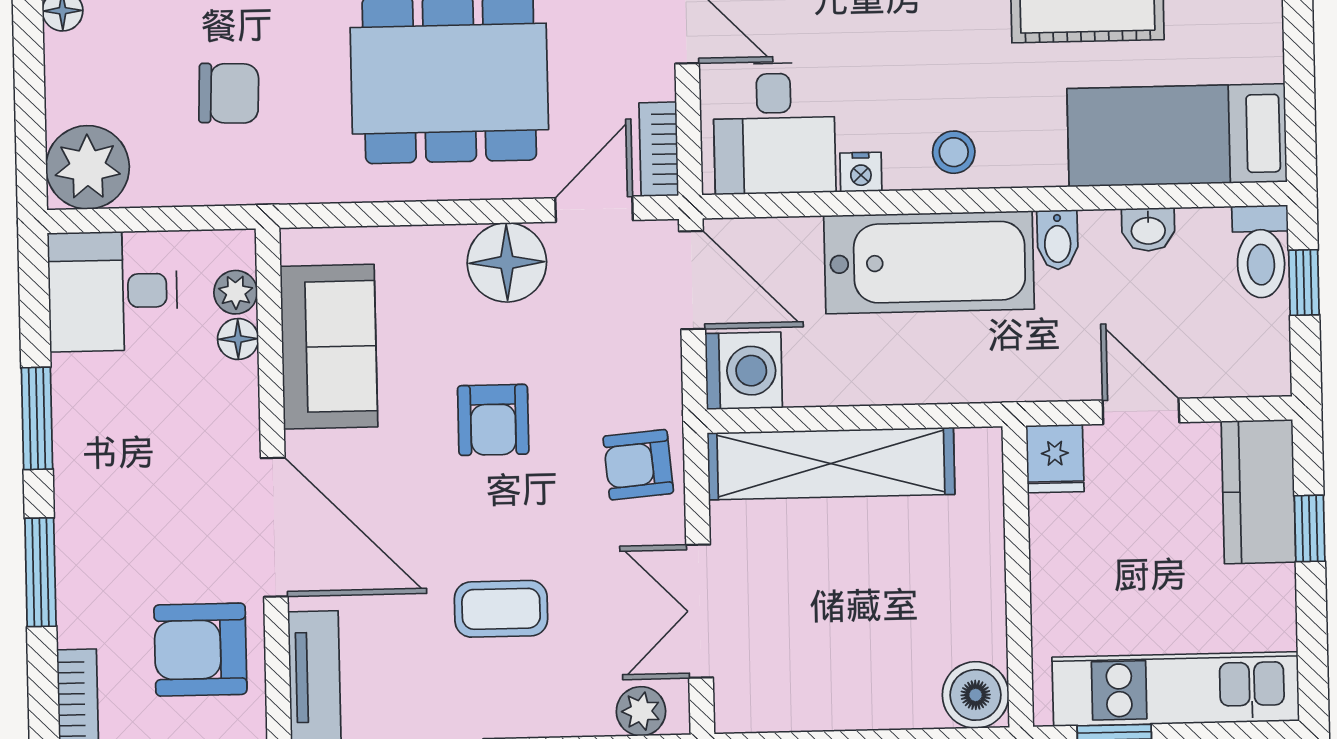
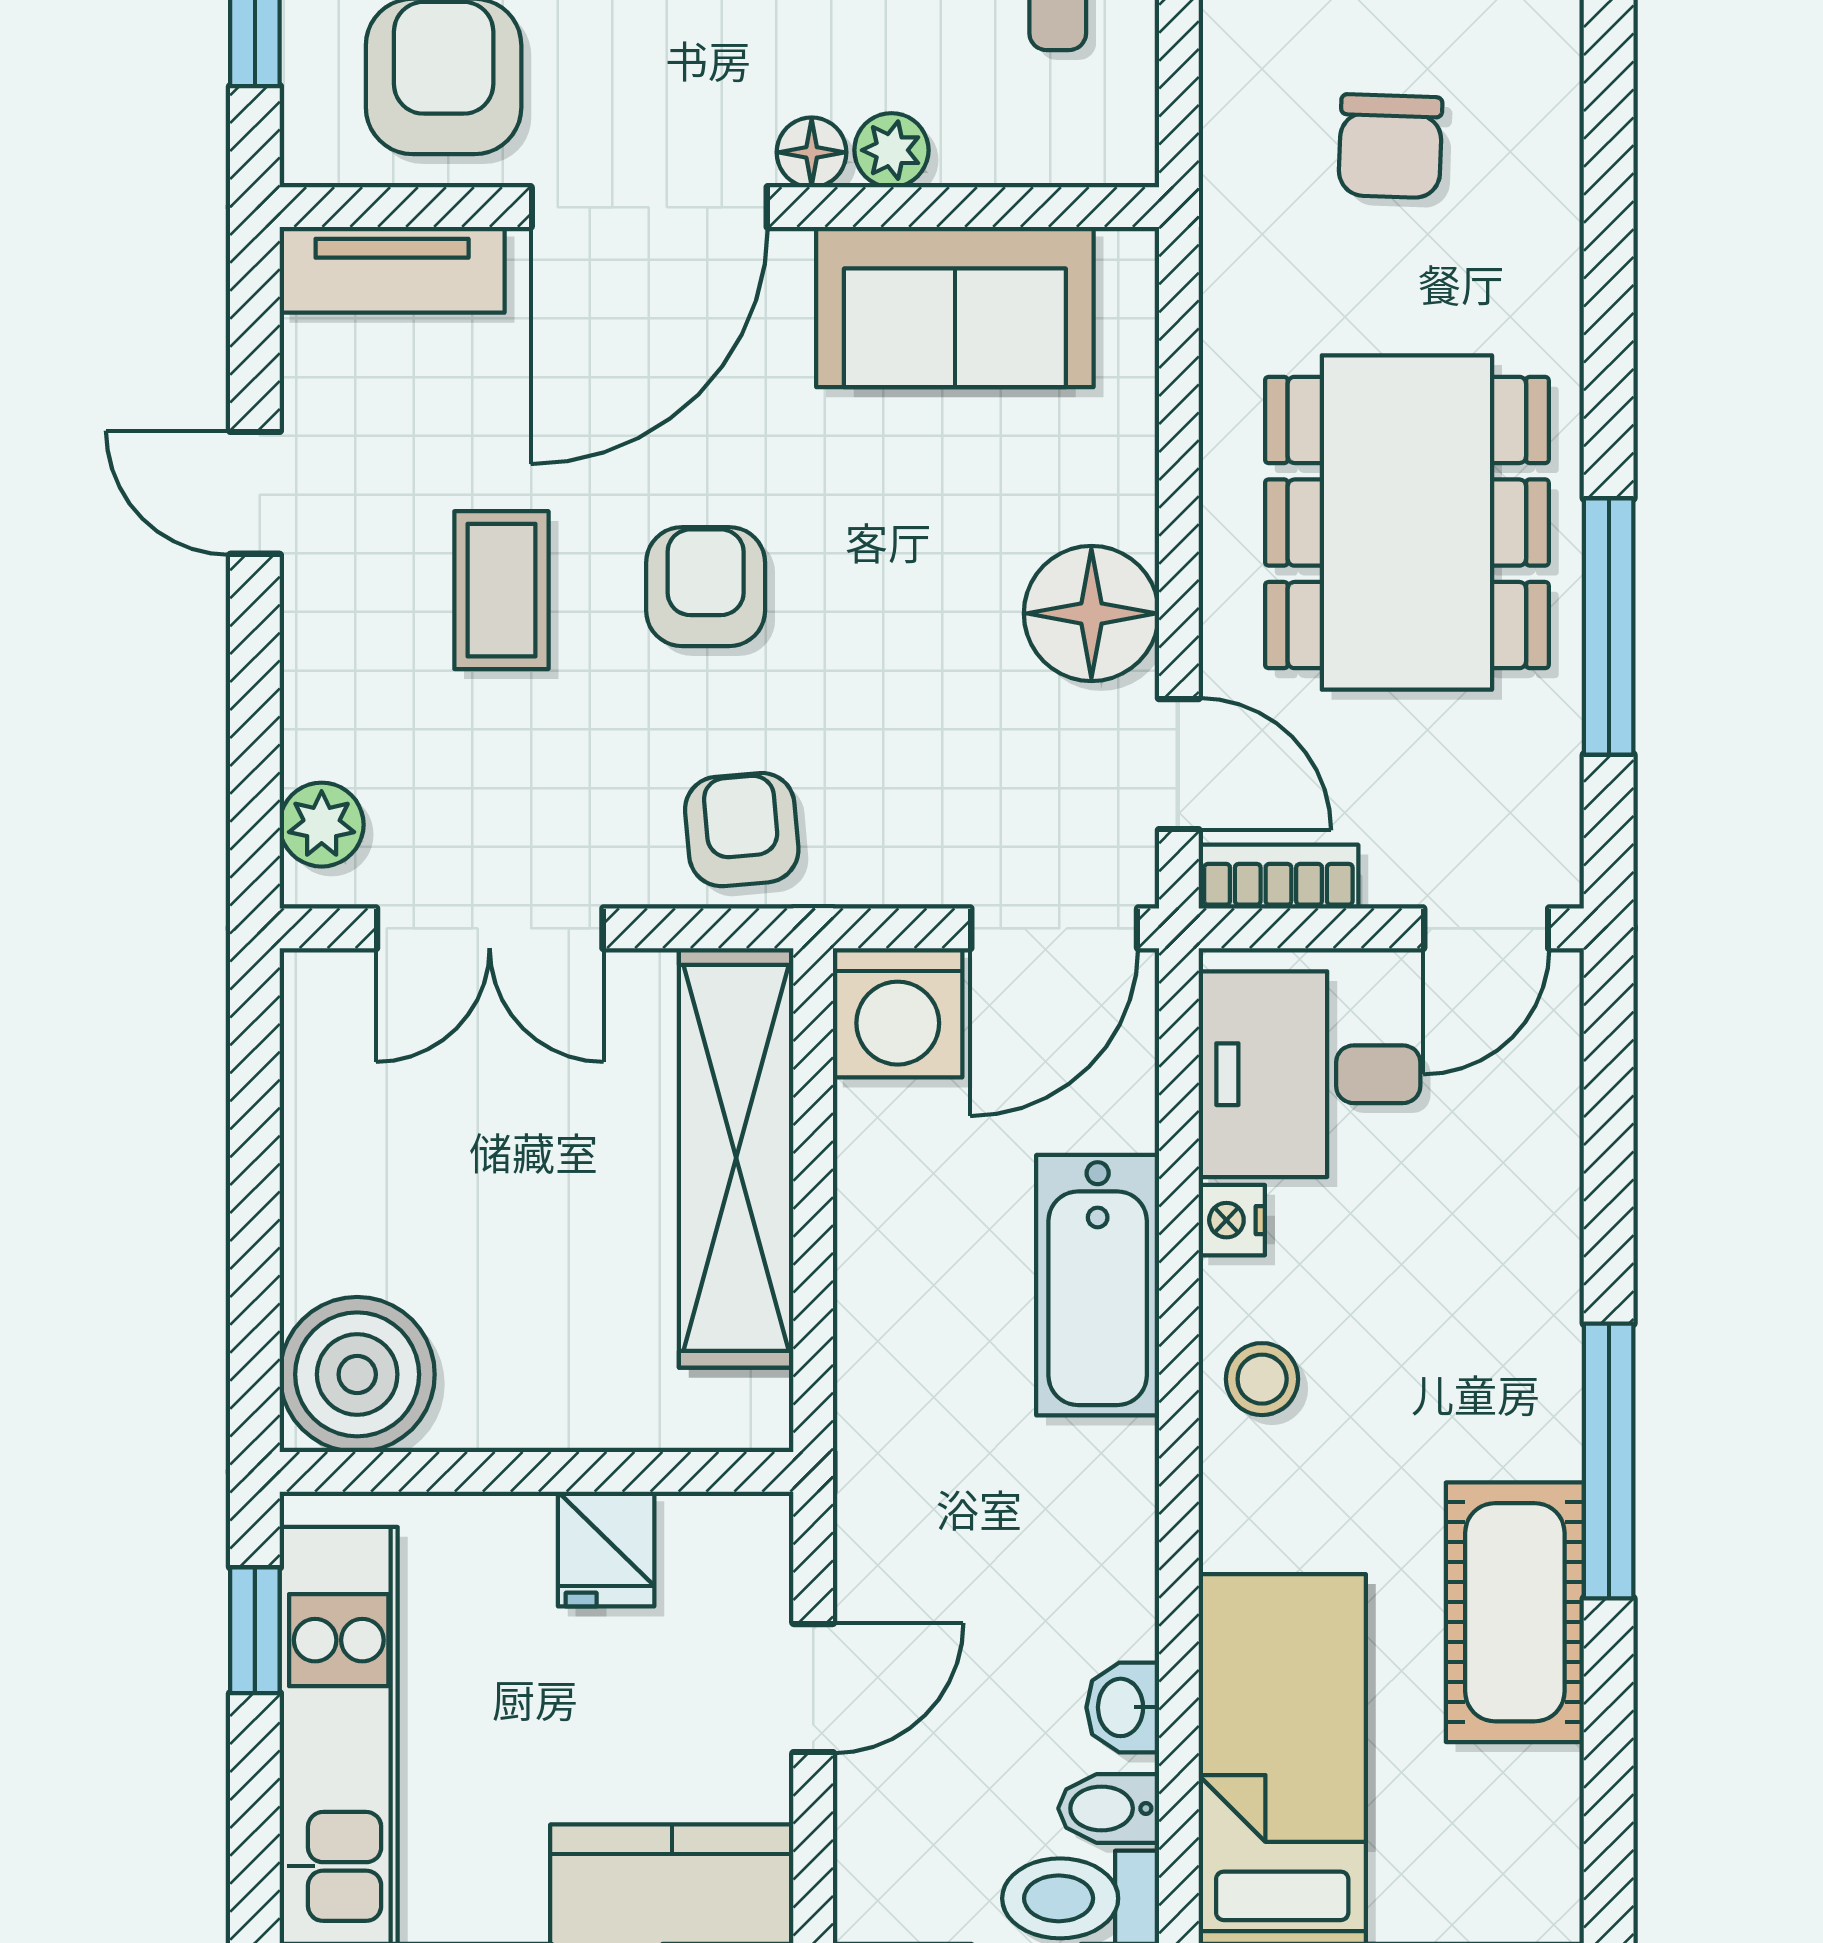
bidet: (1058, 240) -> (1109, 1808), moved
bathtub: (929, 262) -> (1098, 1285), width x0.73, depth x0.73
plant: (236, 292) -> (891, 150), moved
floor lamp: (238, 339) -> (812, 152), moved
armchair: (493, 420) -> (706, 587), moved, turned 90
fridge: (1055, 459) -> (606, 1549), moved, turned -90
double door: (700, 611) -> (490, 928), swing flipped
boiler: (976, 695) -> (357, 1374), width x1.37, depth x1.37

